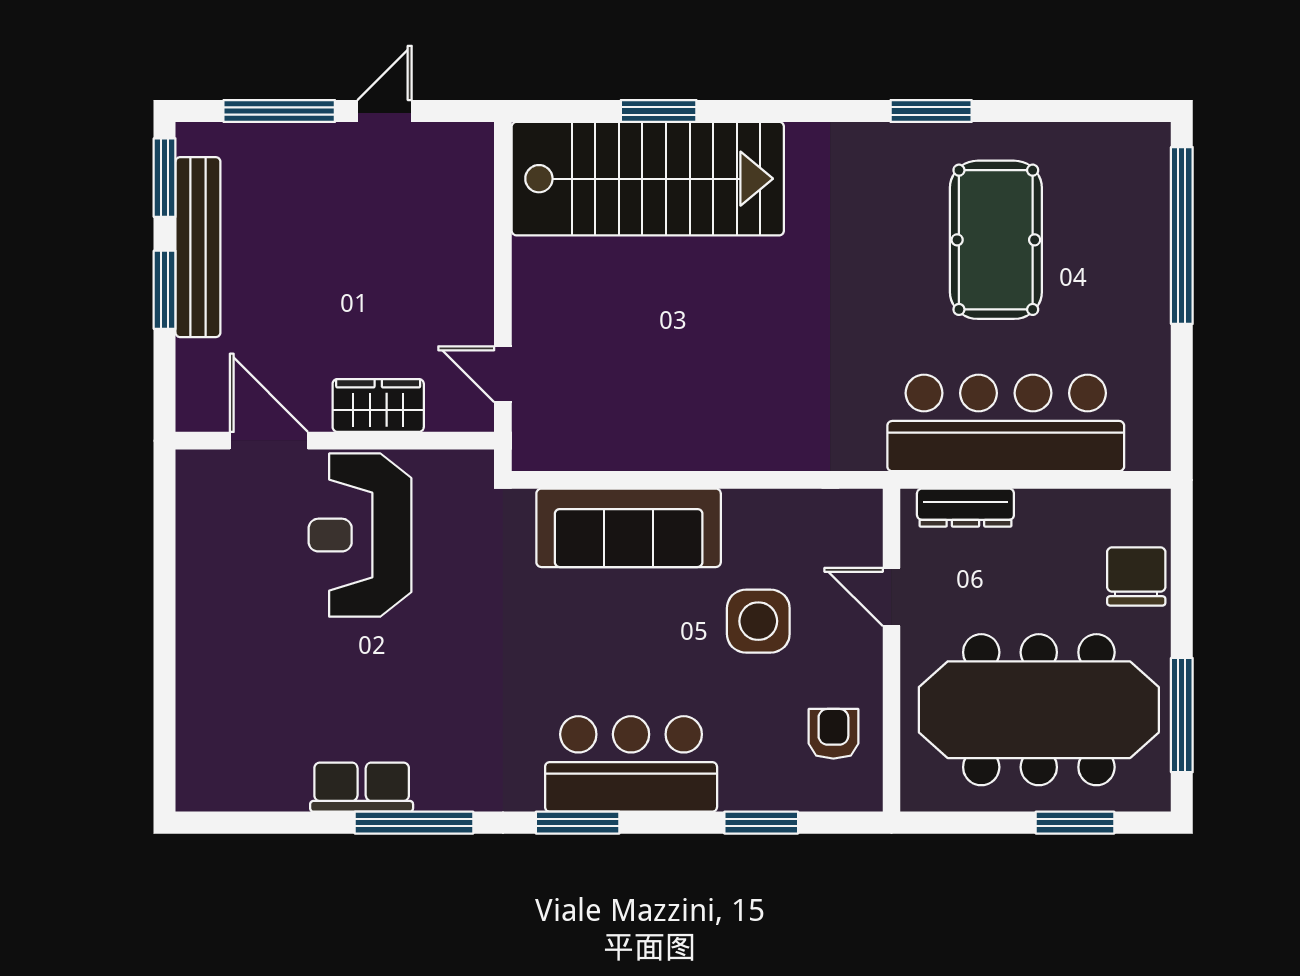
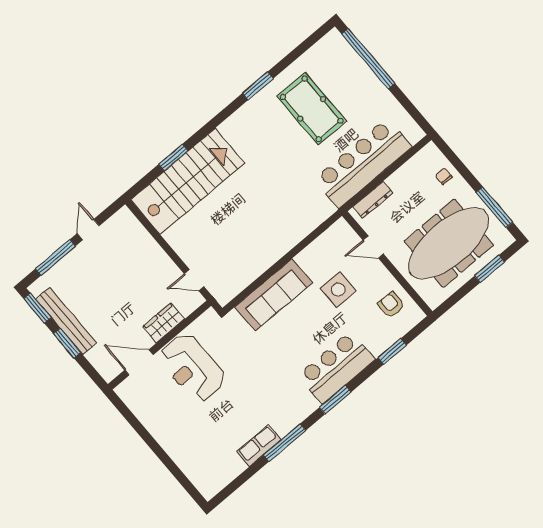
chair: (1136, 576) -> (444, 176), width x0.54, depth x0.54

